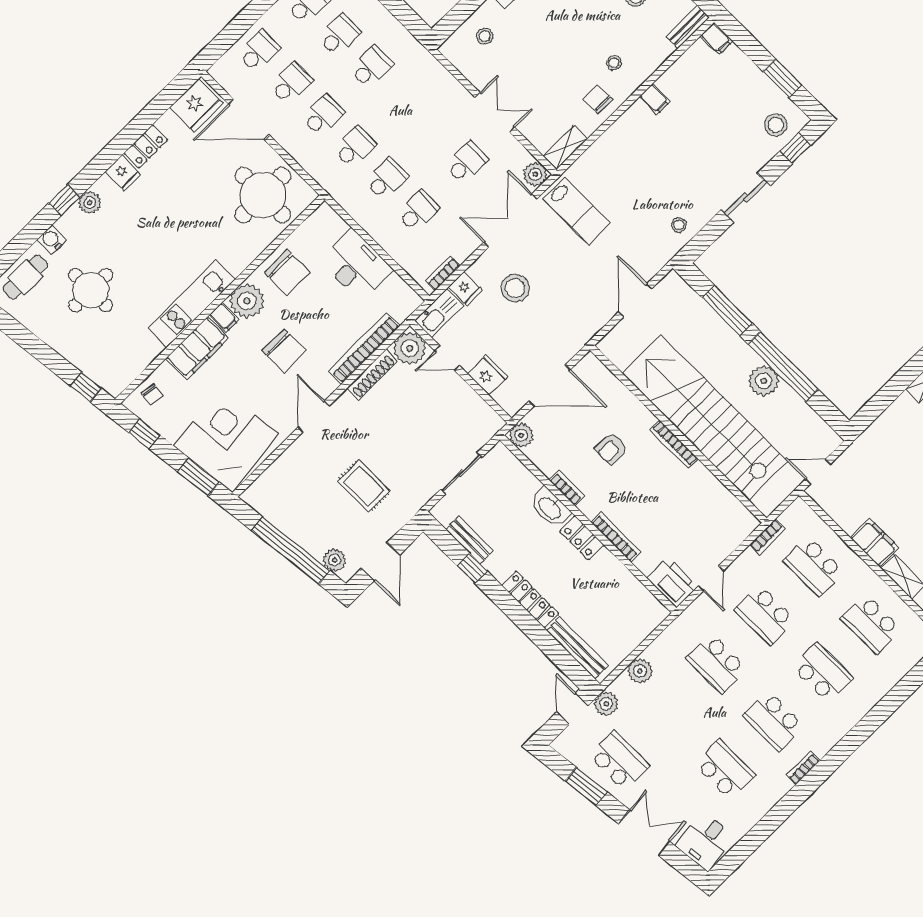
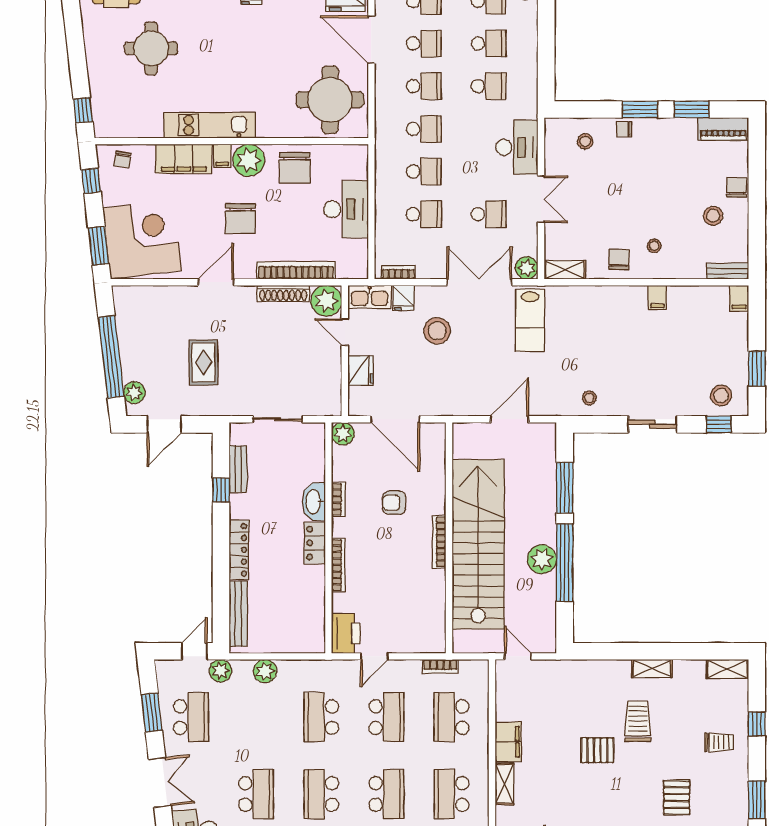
desk: (438, 92) -> (517, 147), added
school desk: (765, 615) -> (386, 717), turned 180

